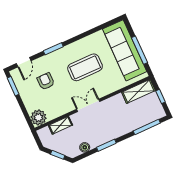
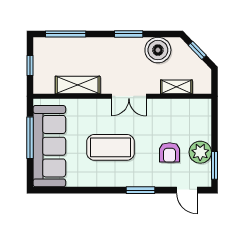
door: (24, 62) -> (187, 190), swing flipped
shelving: (138, 91) -> (78, 85), moved
plant: (38, 118) -> (200, 152), moved
boiler: (85, 147) -> (158, 50), width x1.86, depth x1.86

